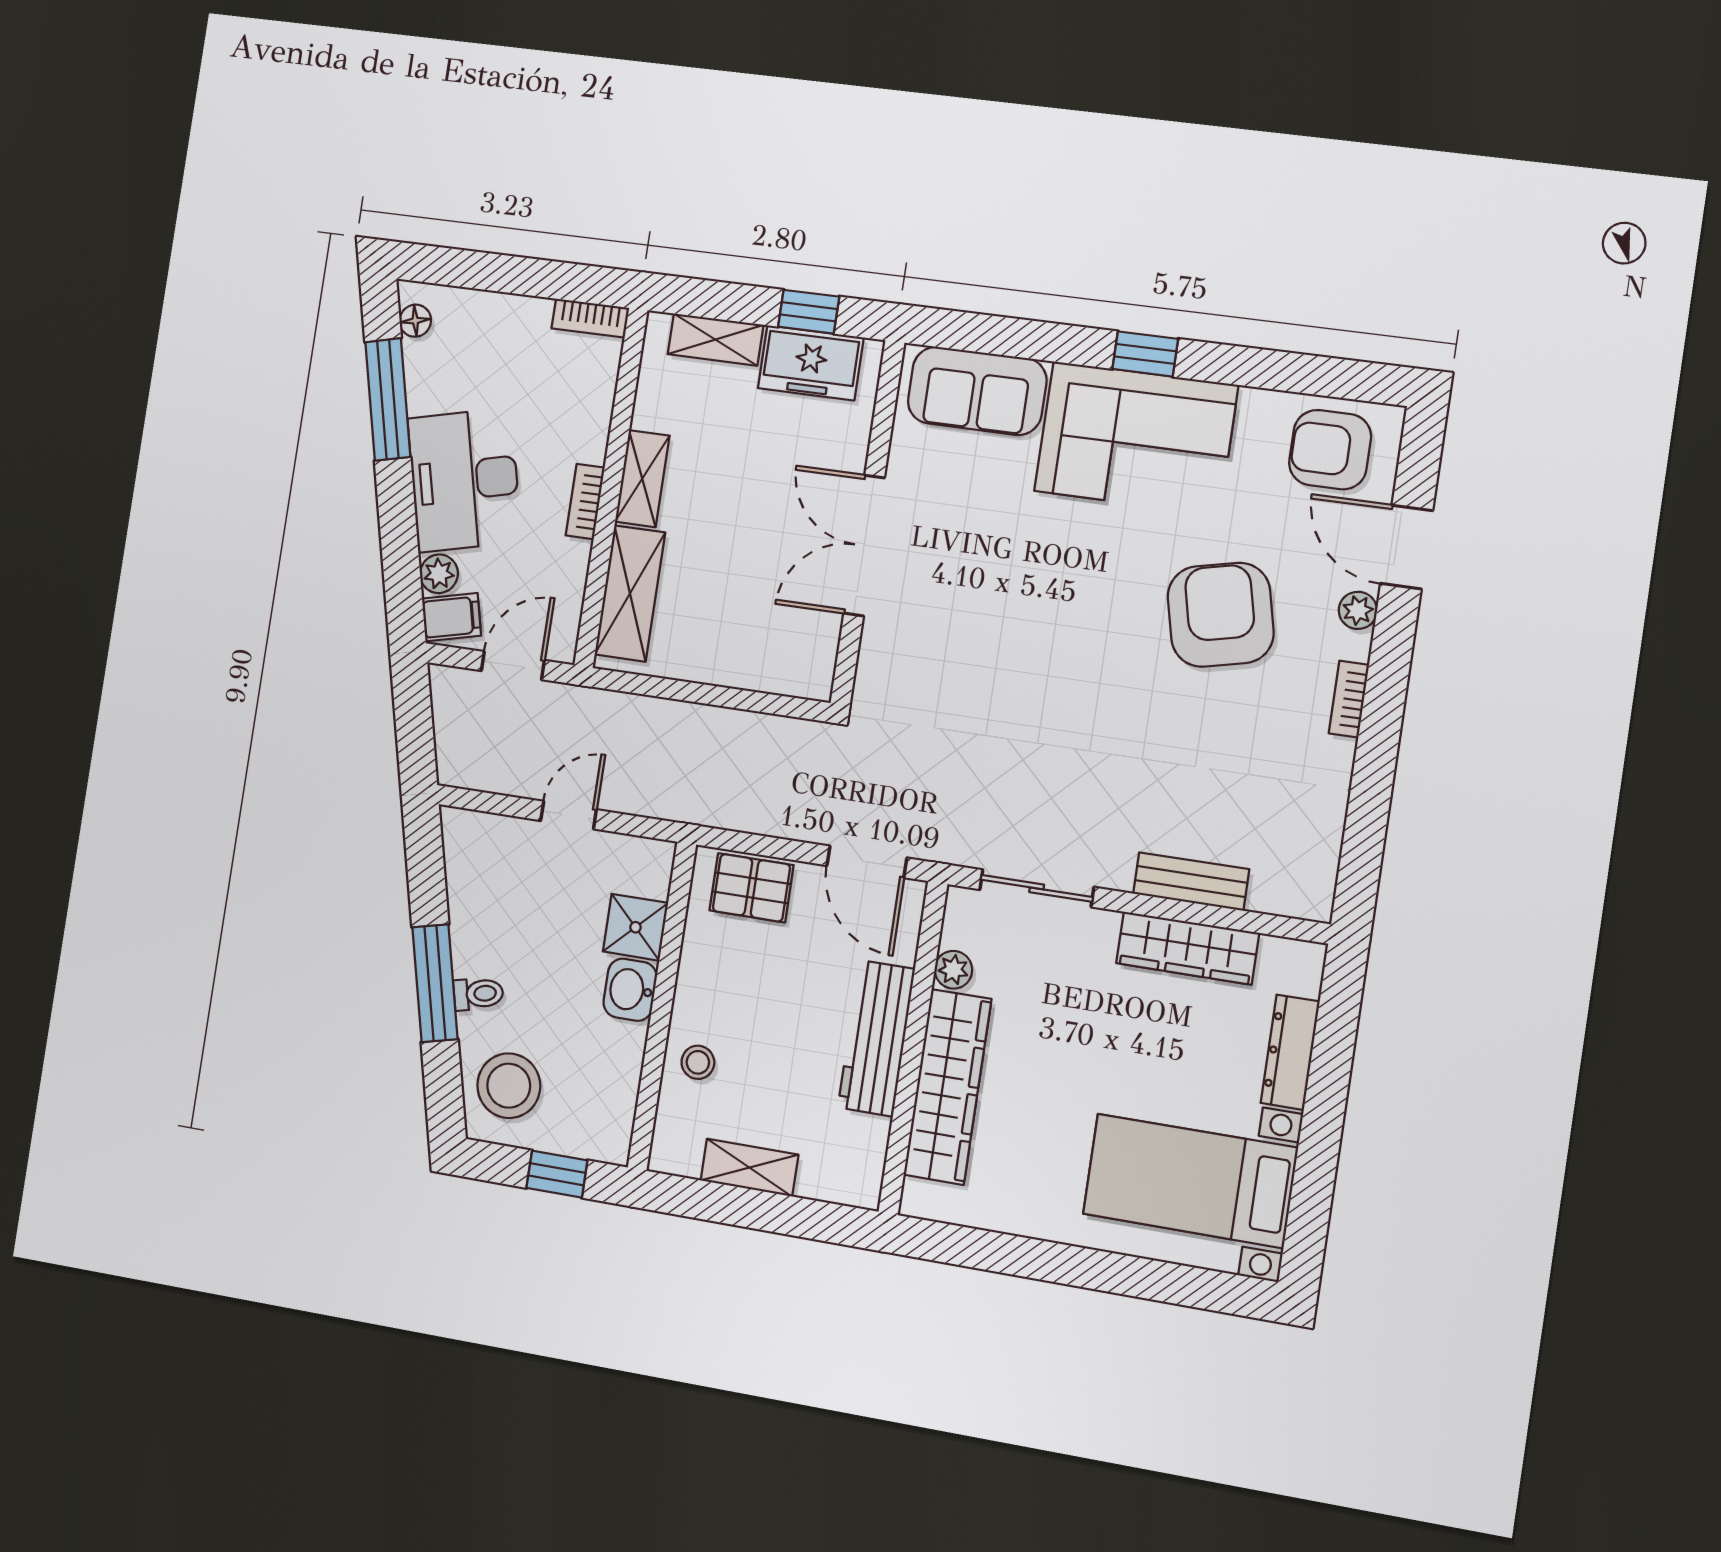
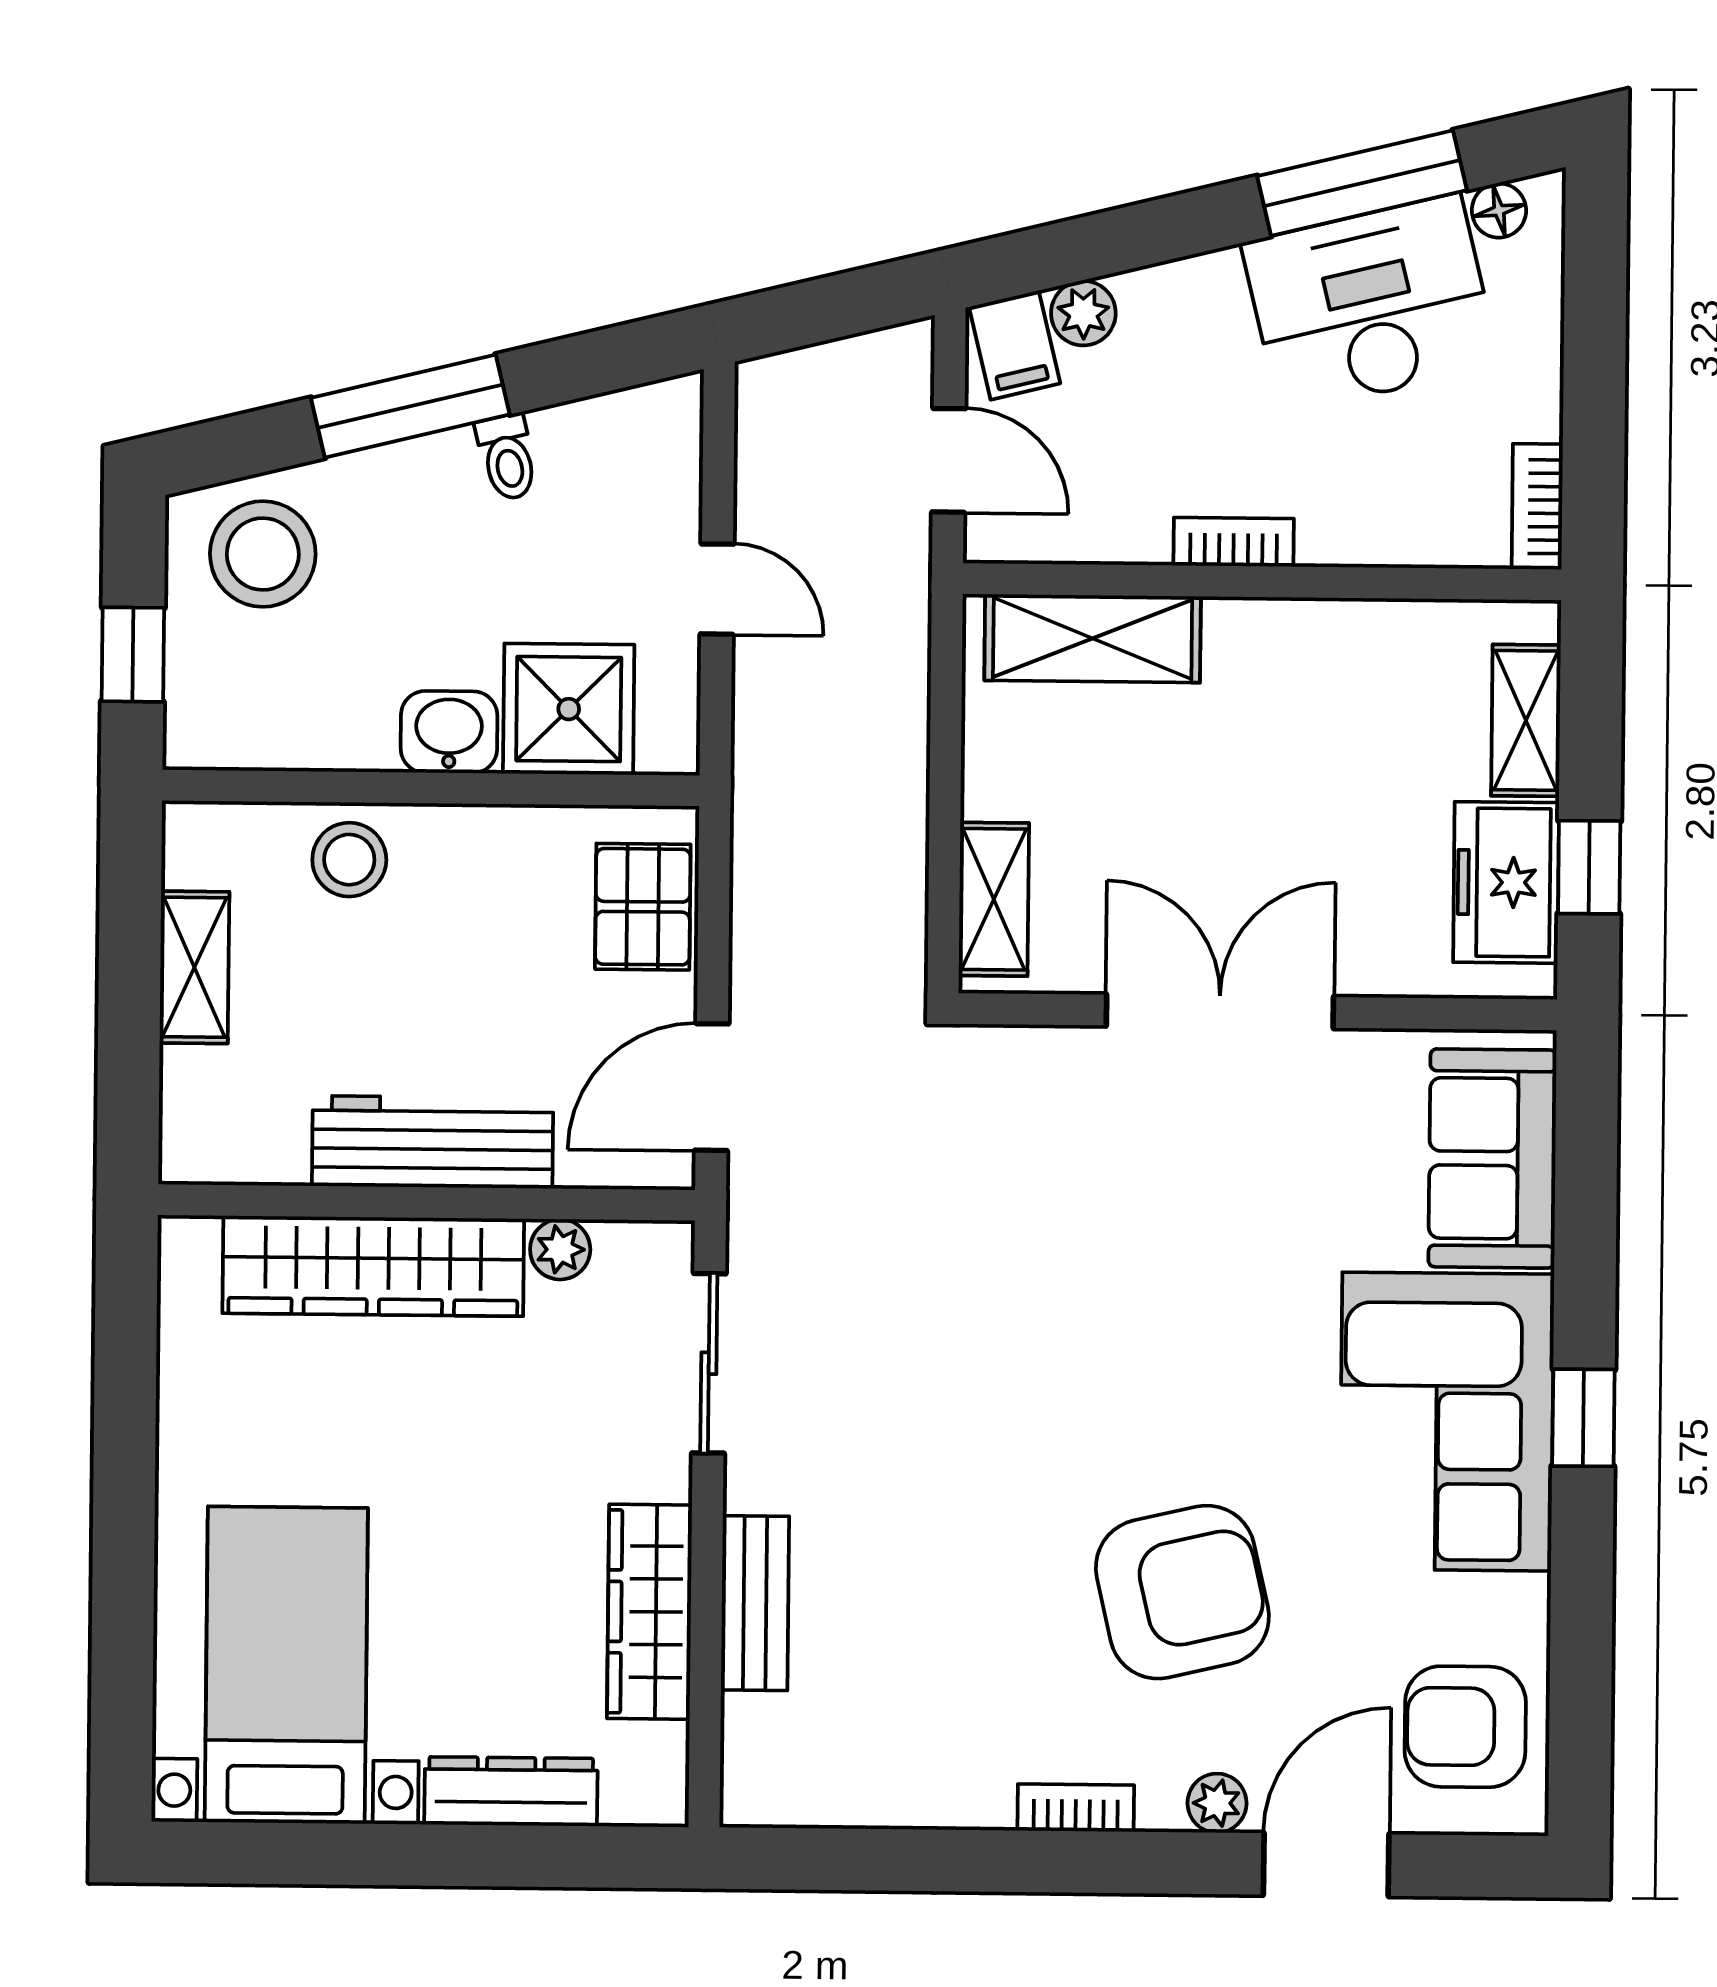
armchair: (1330, 450) -> (1465, 1727), turned -90
shelving: (642, 479) -> (994, 899), moved, turned 90
desk: (465, 480) -> (1370, 304), moved
shower: (636, 927) -> (569, 709), width x1.36, depth x1.36
toilet: (478, 994) -> (507, 457), moved
stool: (698, 1062) -> (349, 860), width x1.37, depth x1.37

